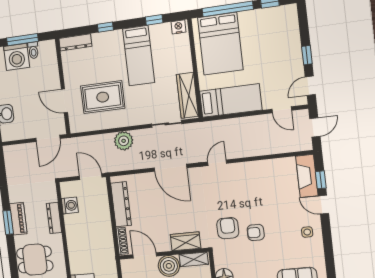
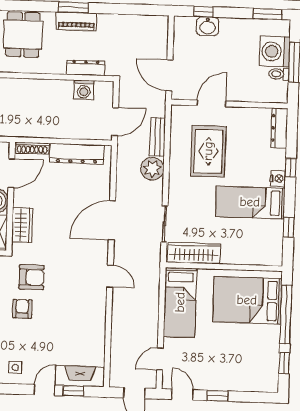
nightstand: (178, 27) -> (278, 179), moved
bench: (97, 140) -> (158, 137), added
dresser: (54, 218) -> (86, 68), moved

